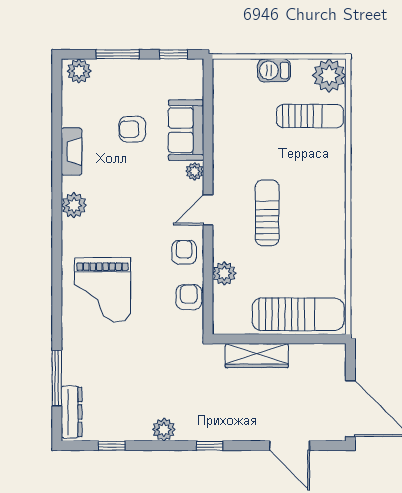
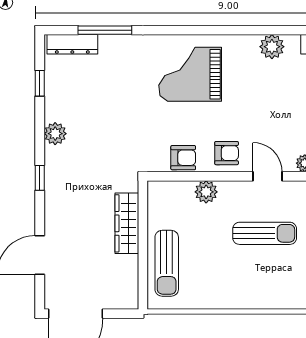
sun lounger: (298, 314) -> (167, 263), width x0.73, depth x0.75

